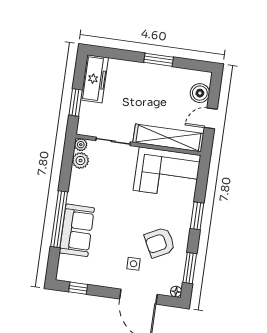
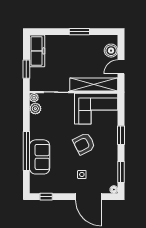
armchair: (160, 243) -> (84, 144), moved

